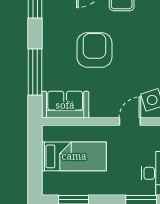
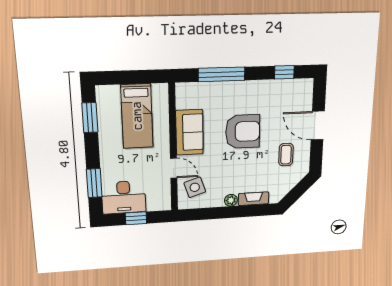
sofa: (65, 105) -> (189, 132), moved

